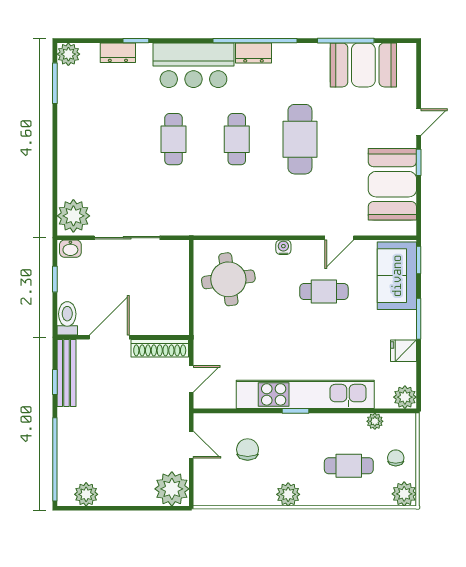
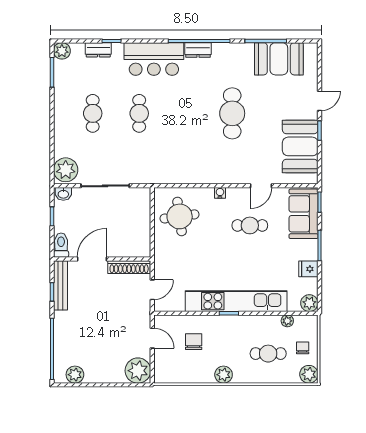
cafe table: (237, 139) -> (93, 113), moved

